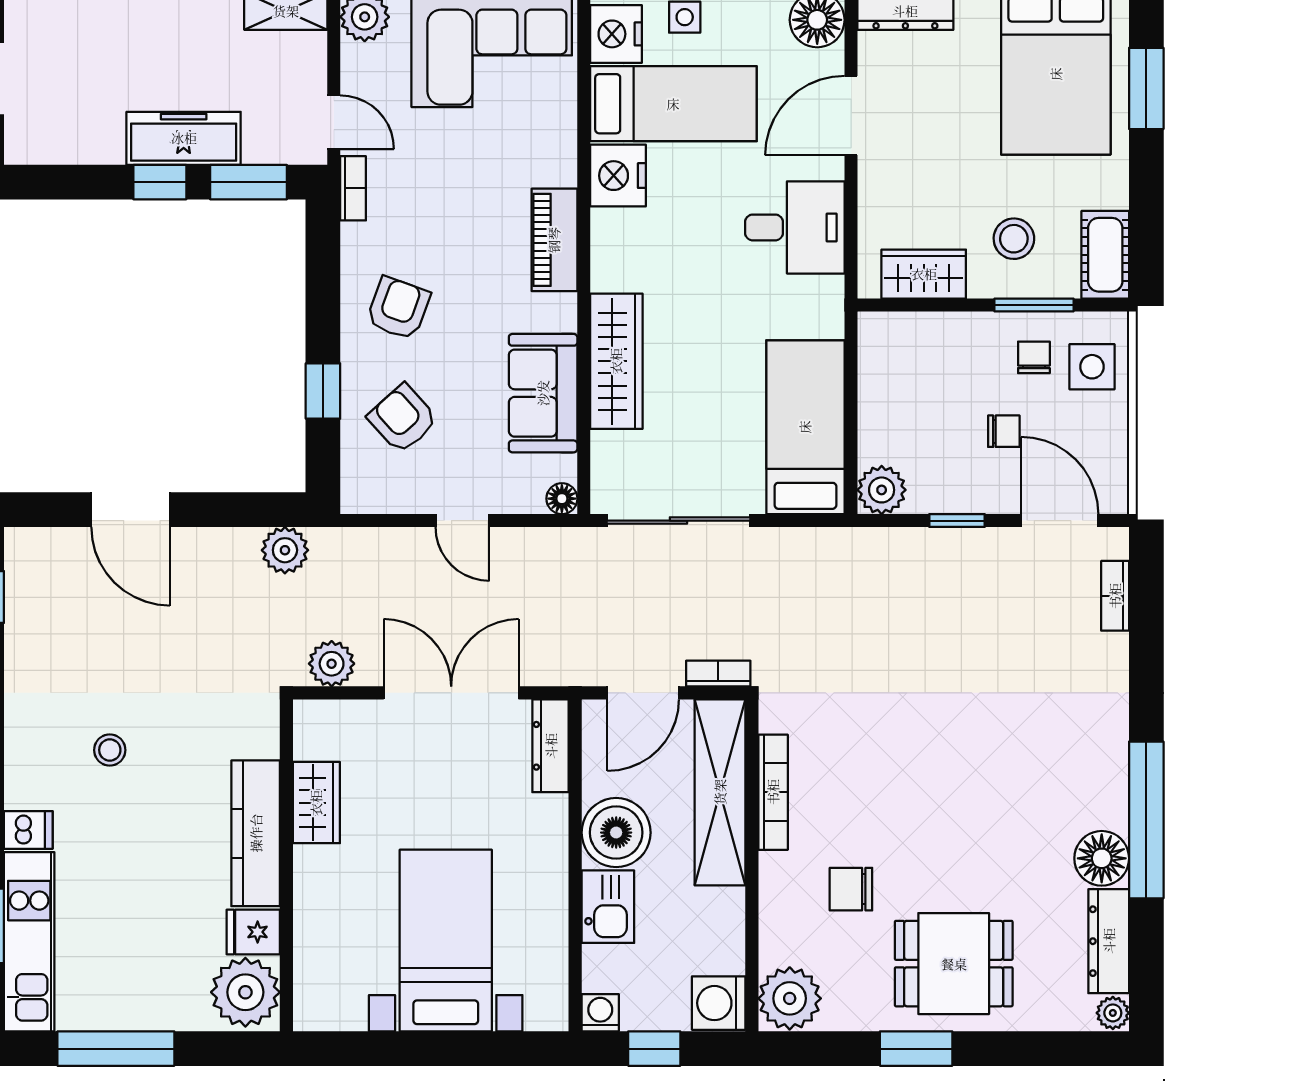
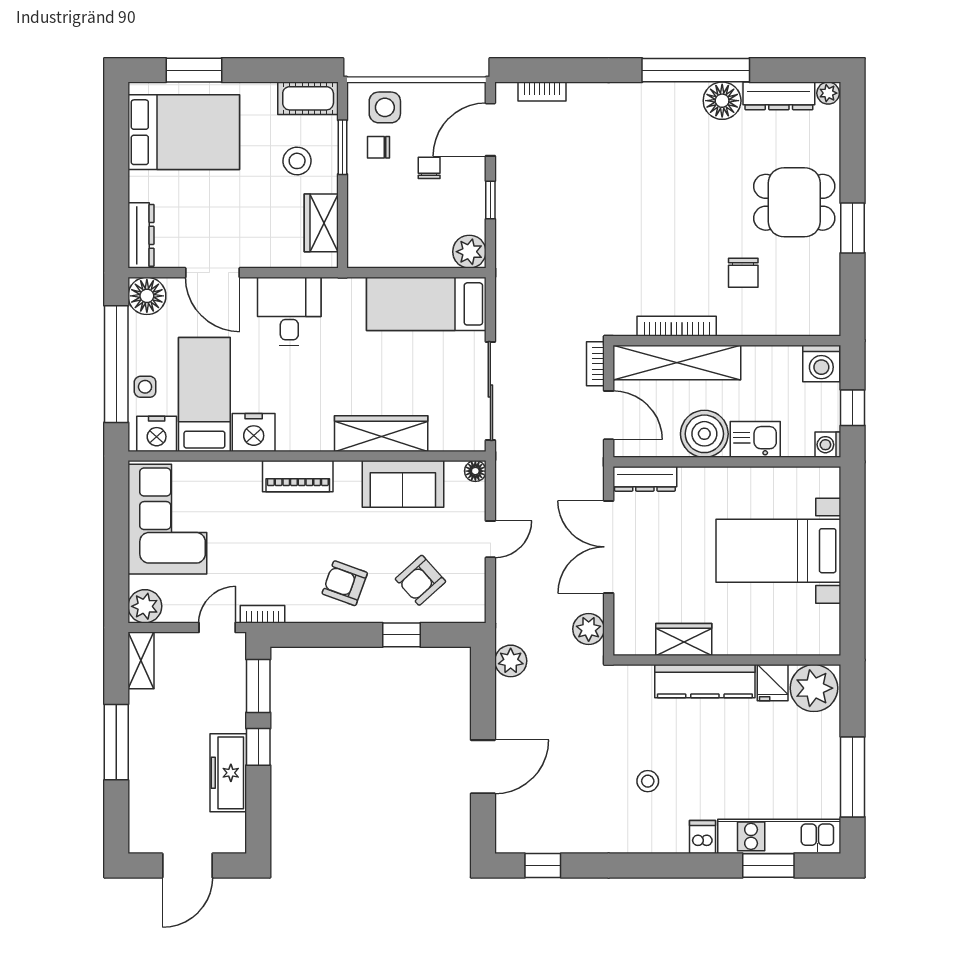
freezer: (184, 138) -> (228, 773), moved
dining table: (954, 964) -> (794, 202), turned 90
plant: (790, 998) -> (818, 315), removed

